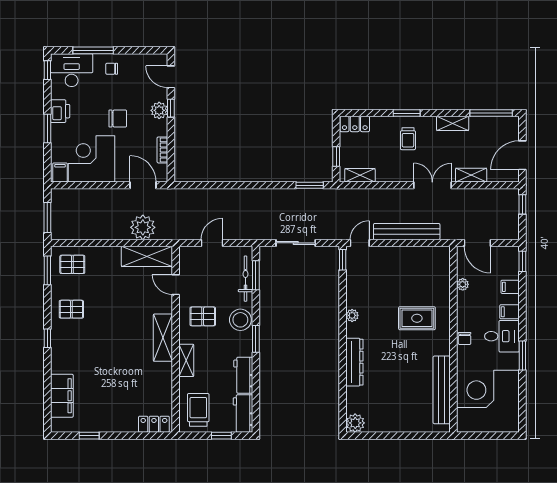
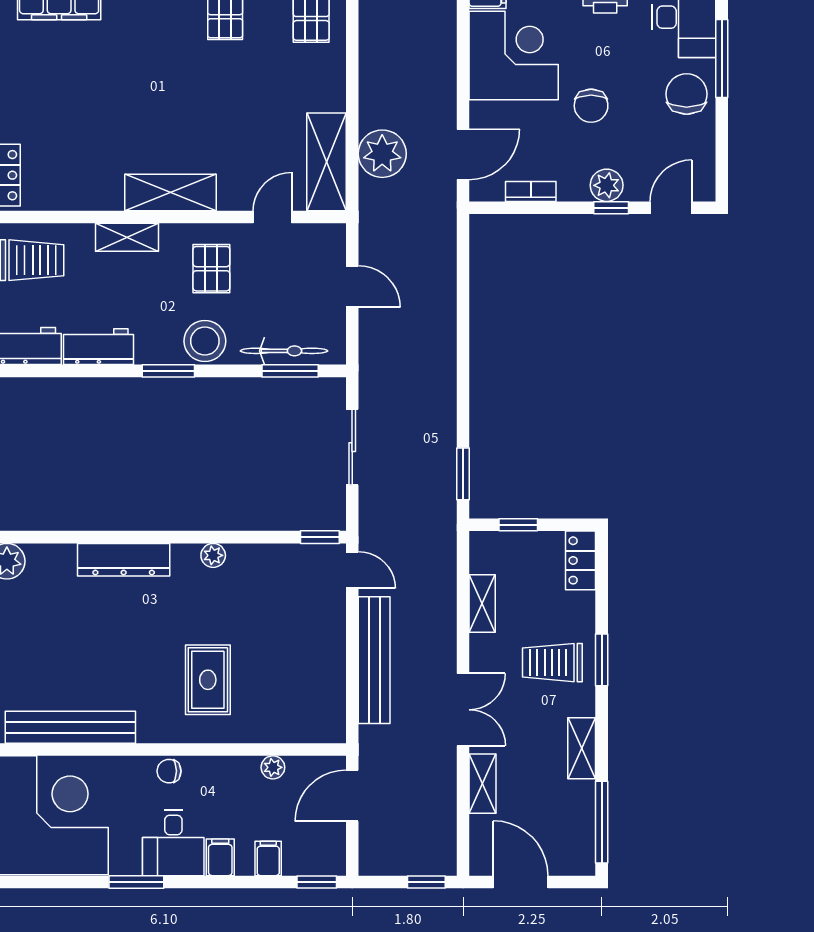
chair: (112, 69) -> (687, 94), width x1.87, depth x1.87
trolley: (408, 139) -> (552, 663), width x1.36, depth x1.39
shelving: (360, 175) -> (482, 603), moved

